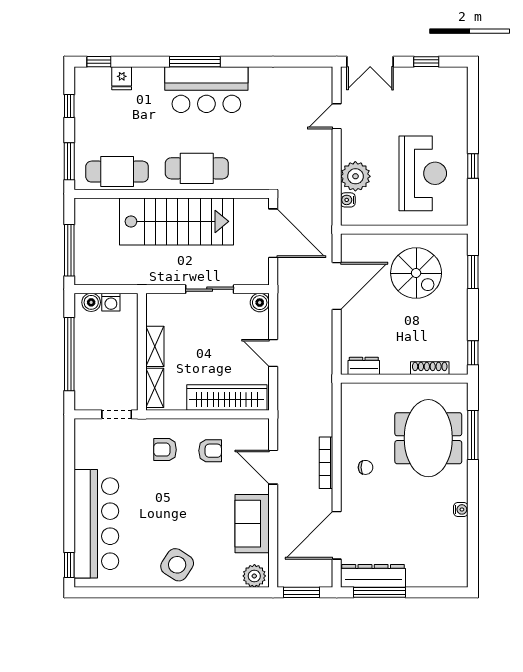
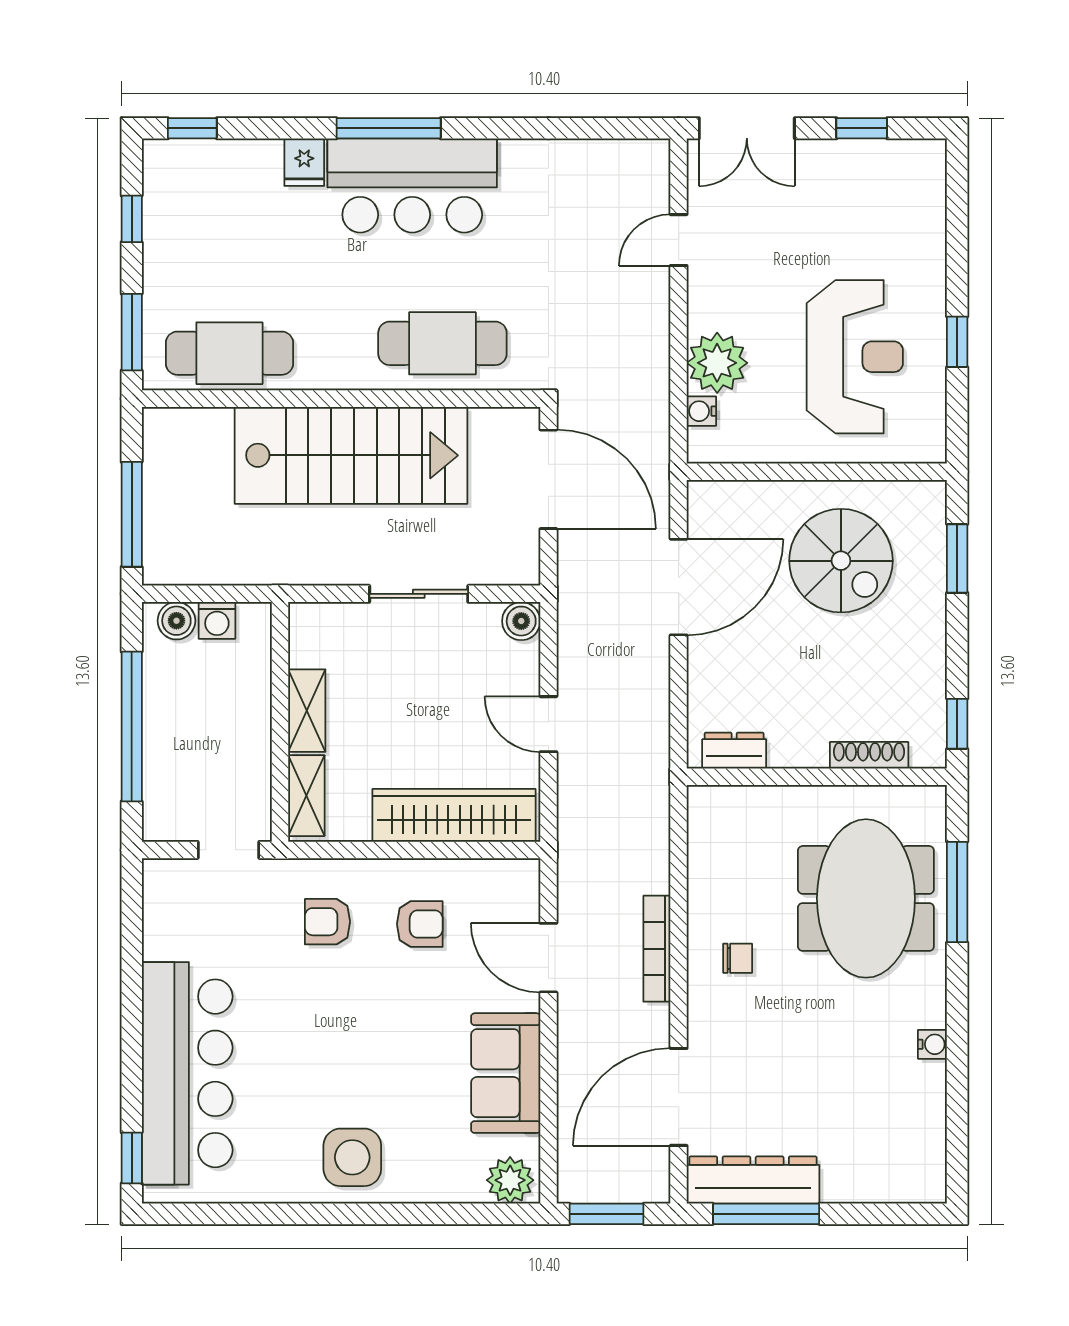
fridge: (122, 78) -> (304, 162), moved
cafe table: (197, 168) -> (442, 343), moved
side table: (177, 565) -> (352, 1157), turned -33

